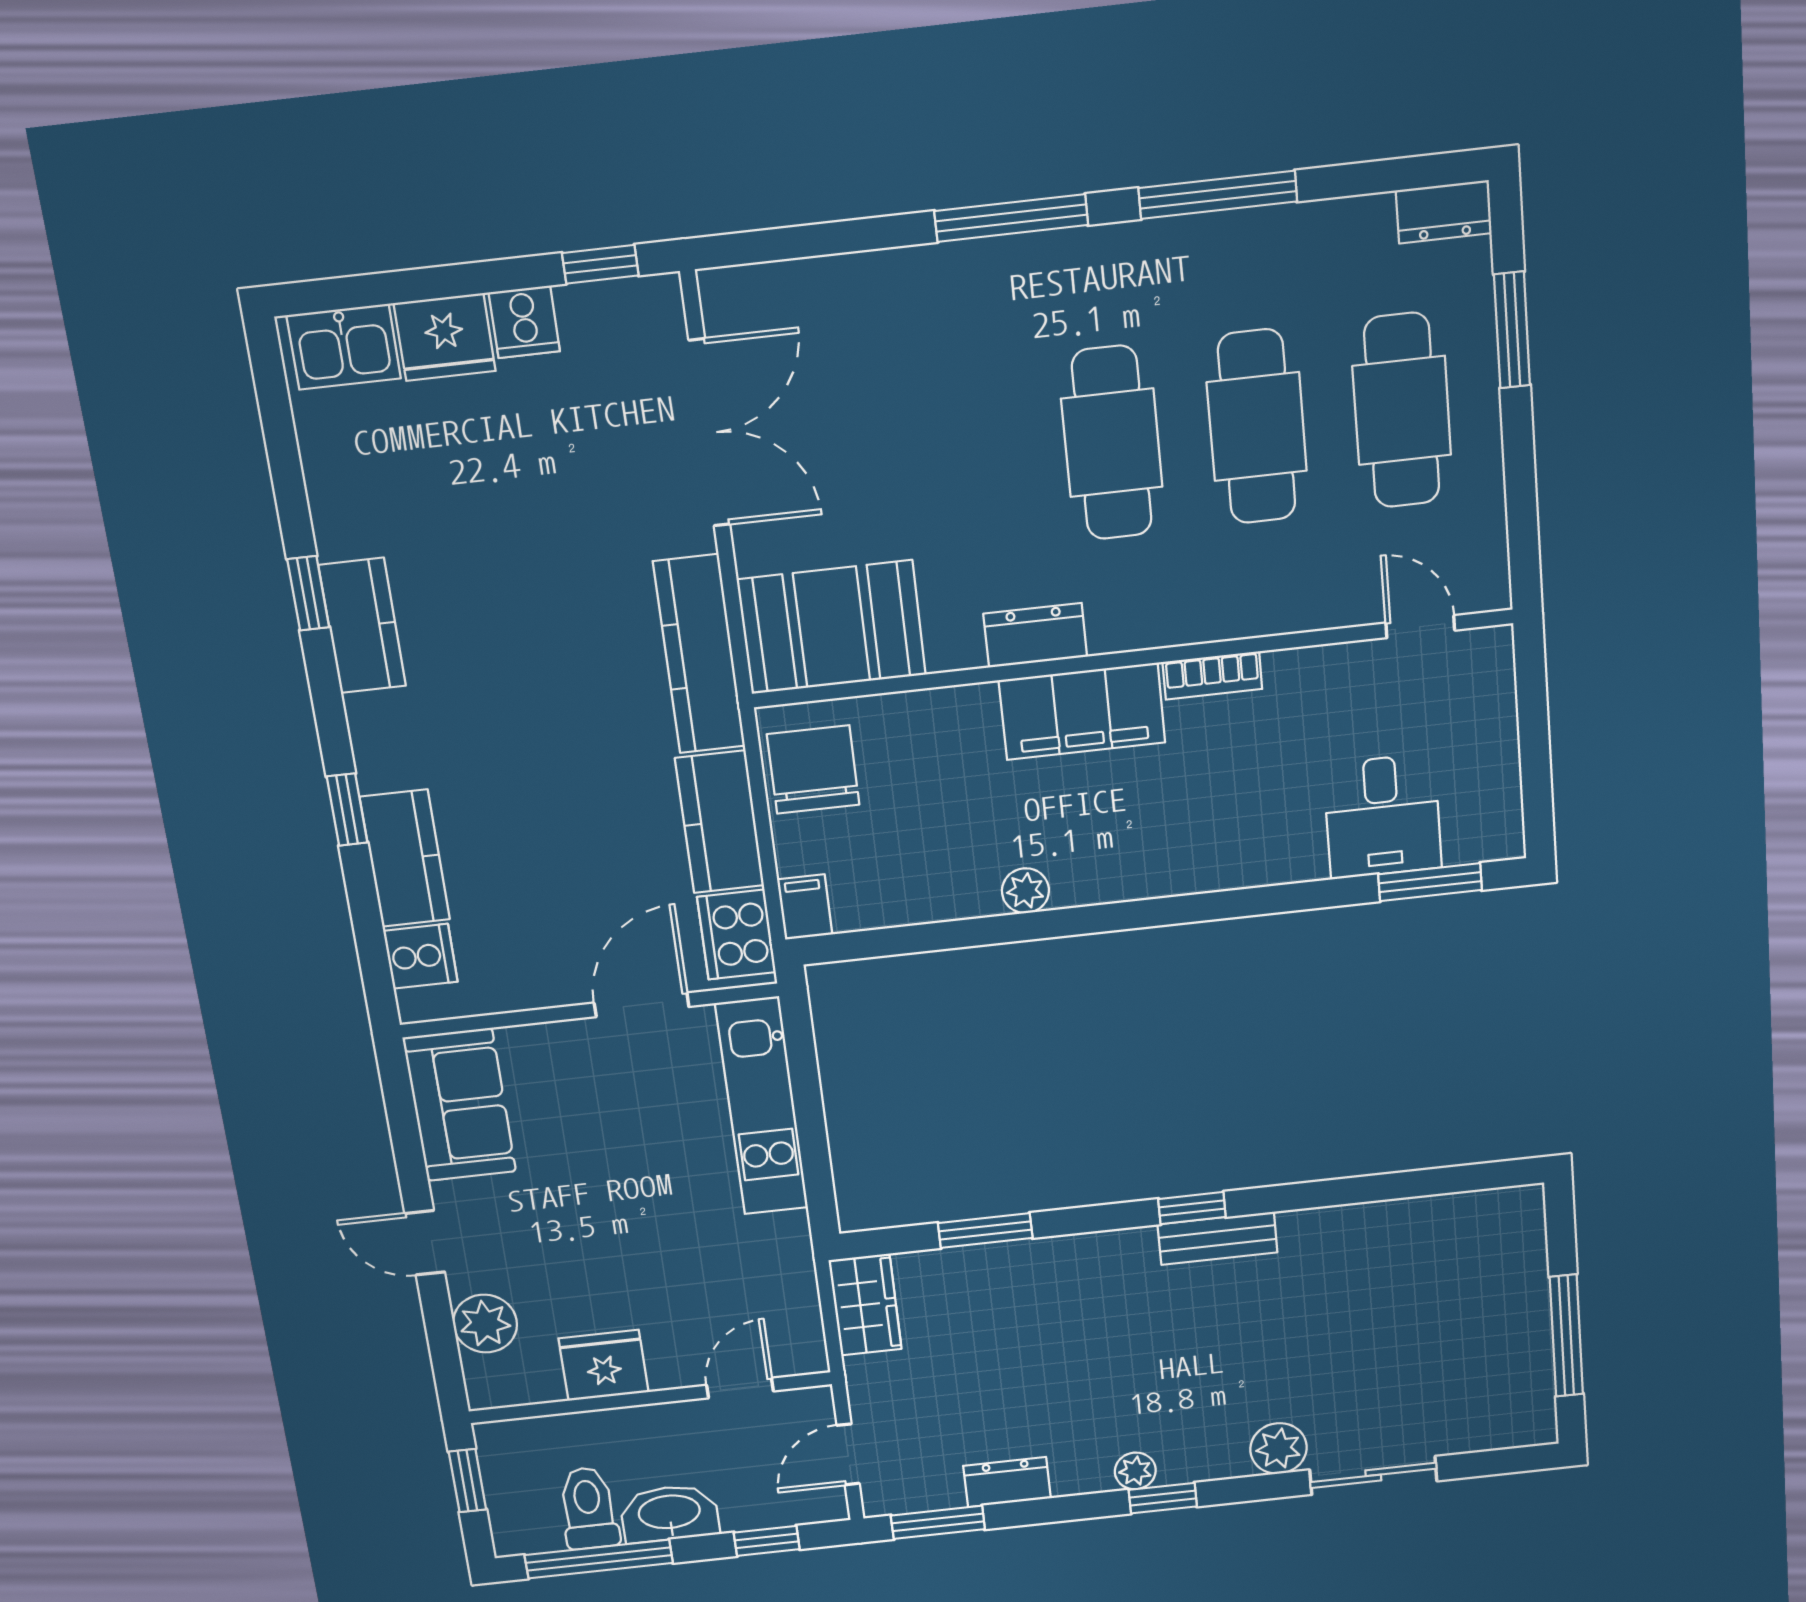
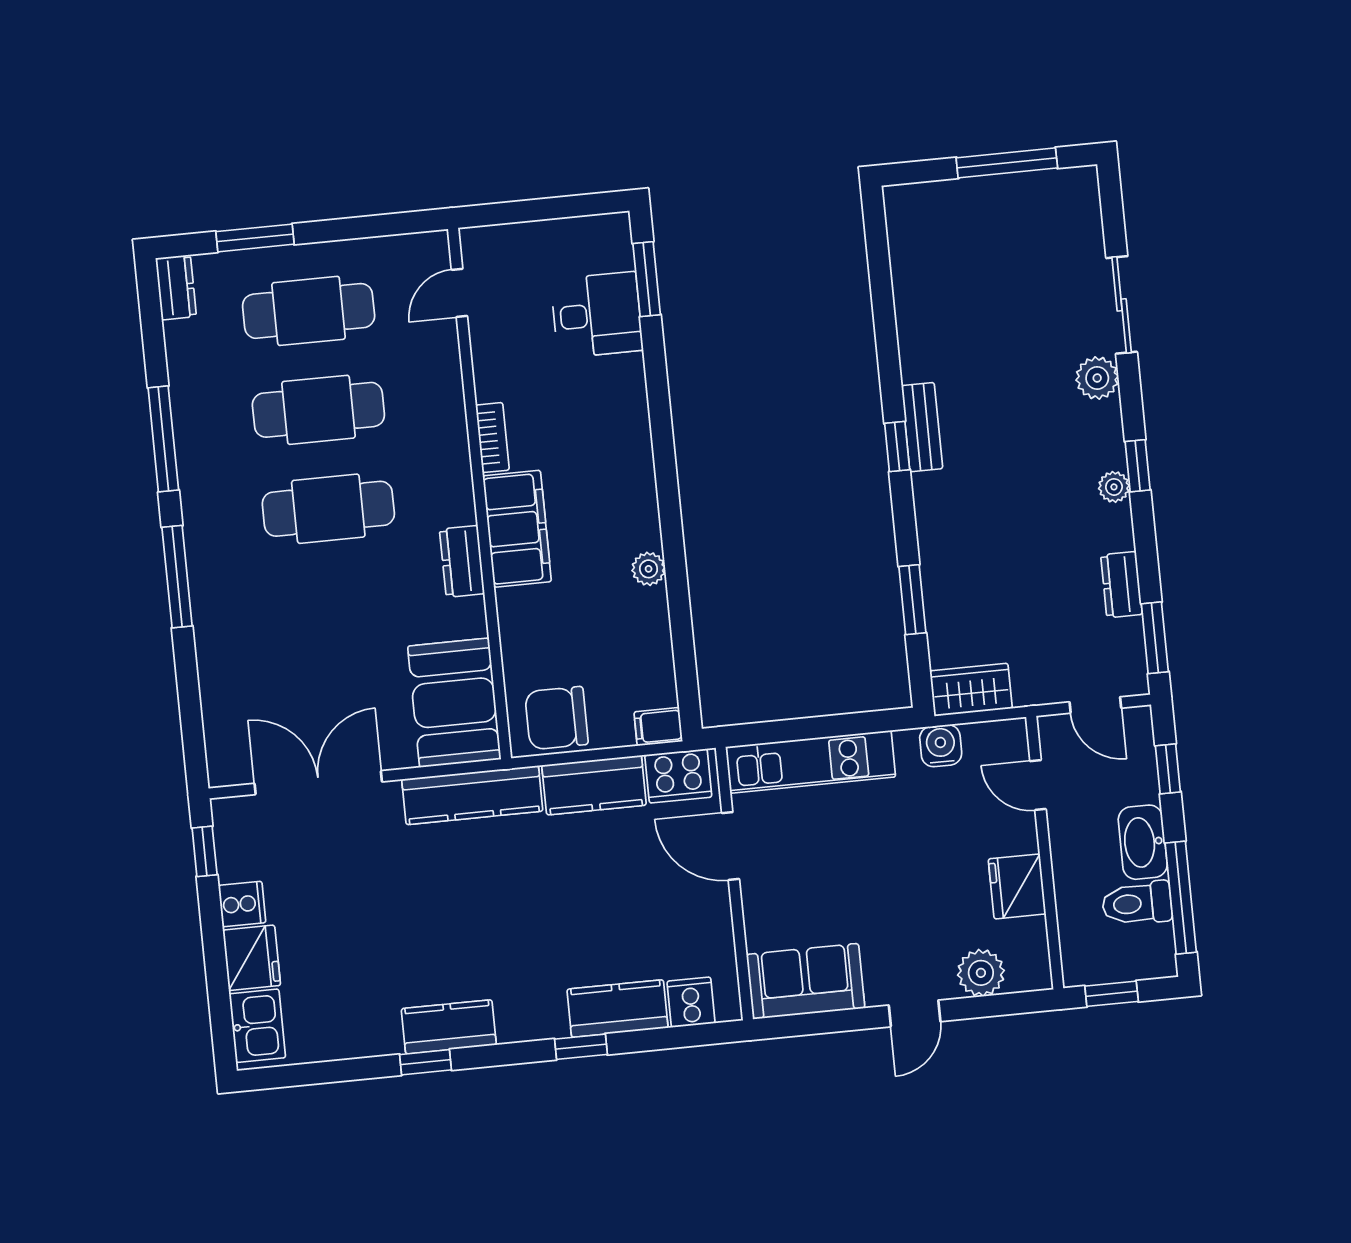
water cooler: (789, 1269) -> (941, 746), added

